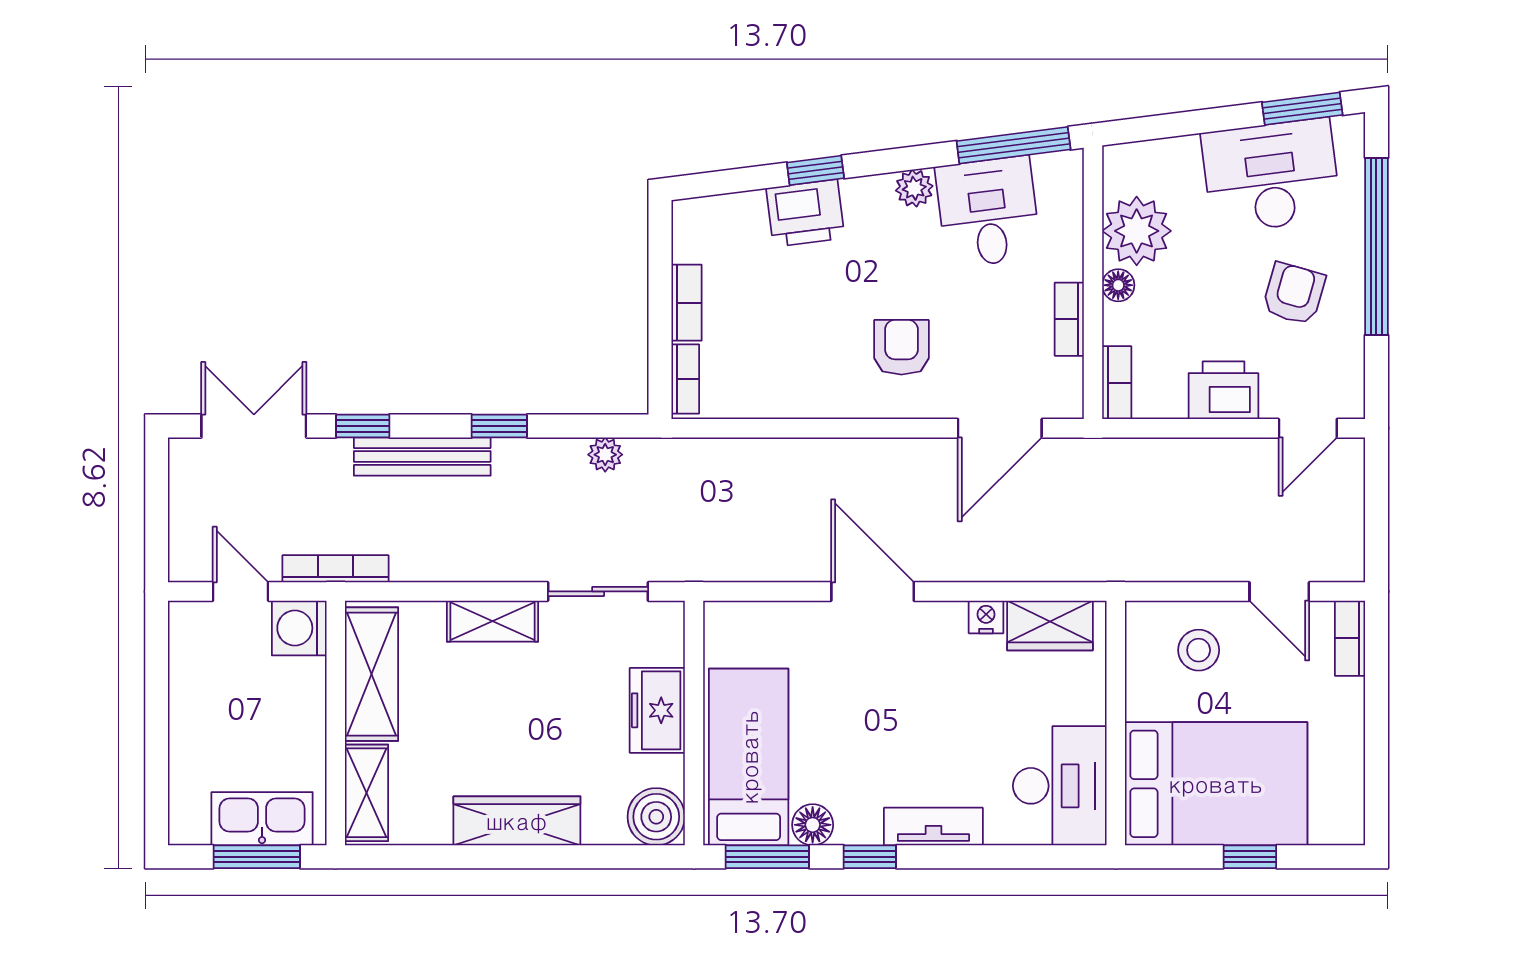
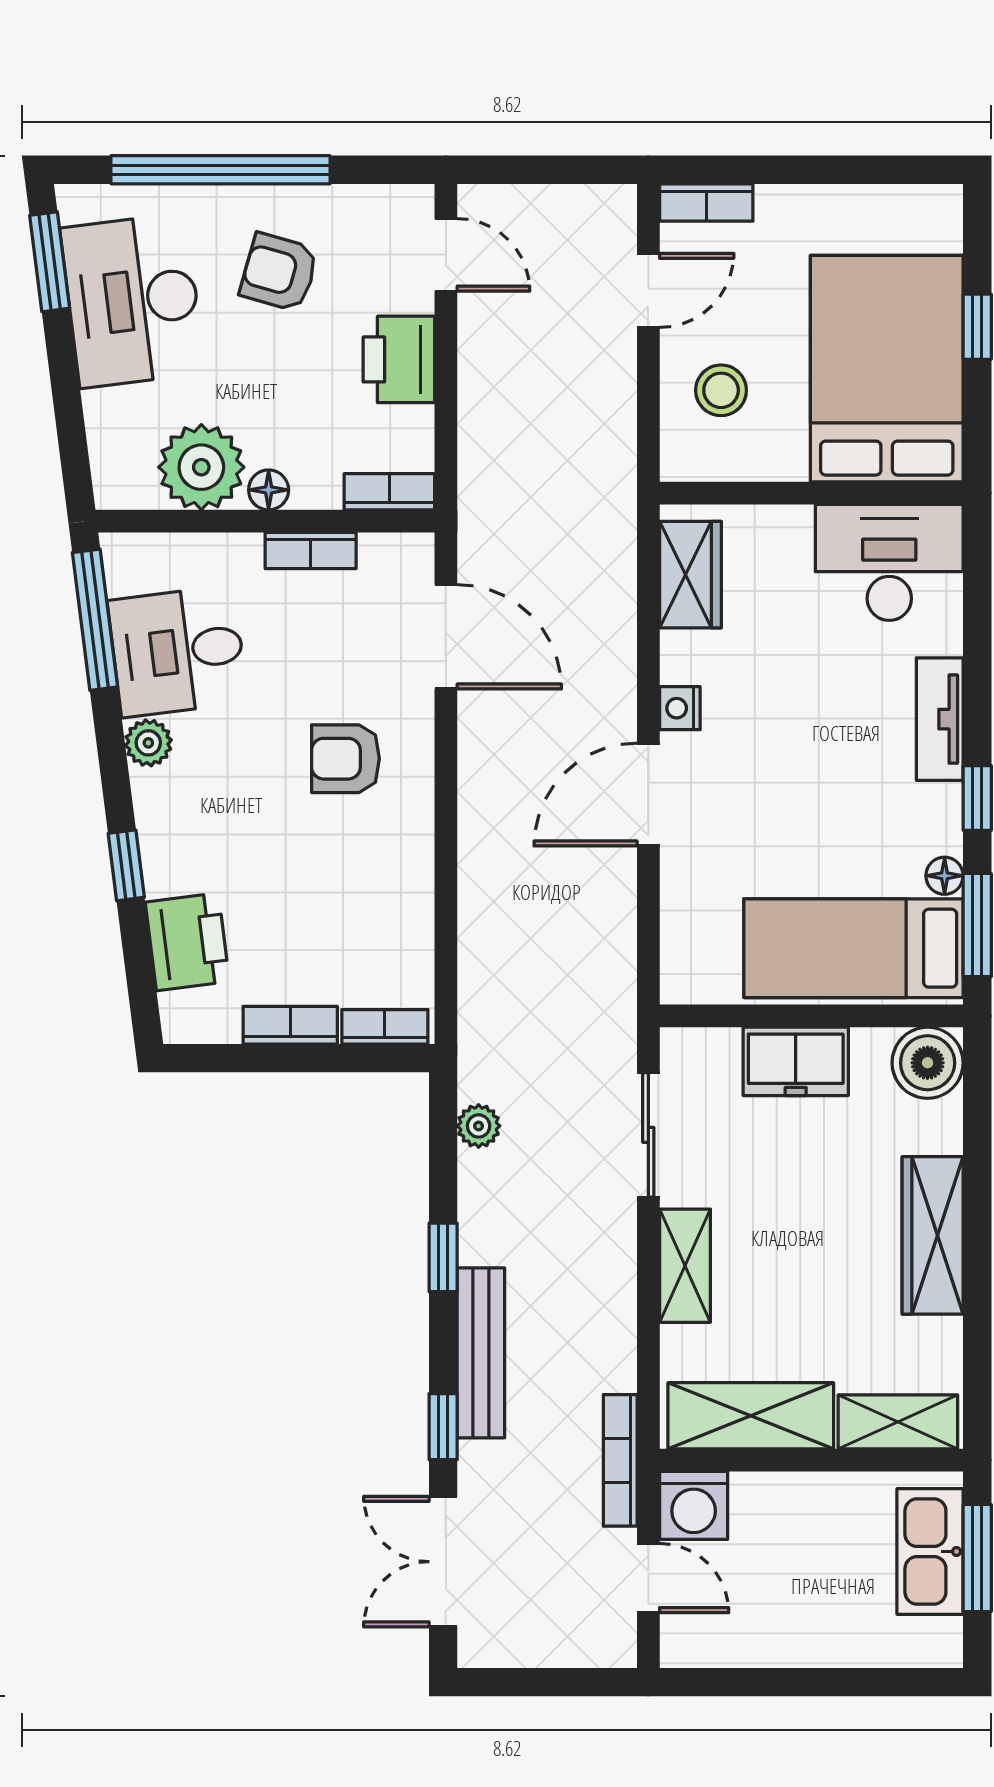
printer: (805, 213) -> (187, 942), moved
door: (241, 591) -> (648, 1578), swing flipped
nightstand: (986, 617) -> (680, 708), moved
floor lamp: (813, 825) -> (945, 876), width x0.73, depth x0.73

